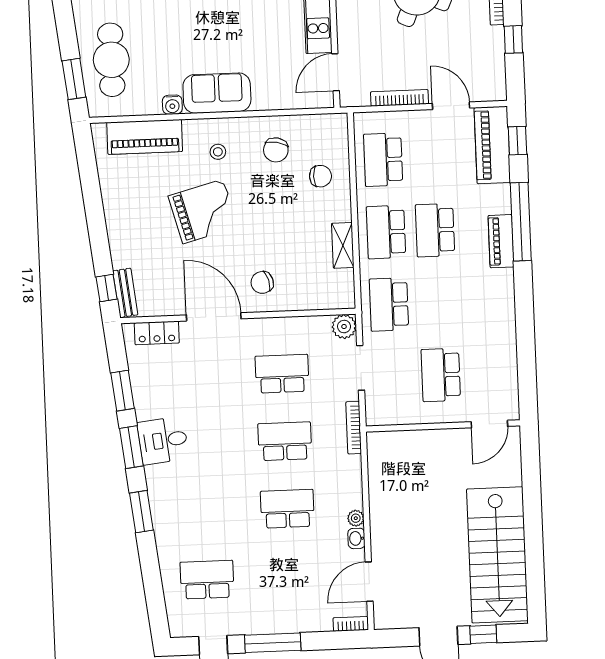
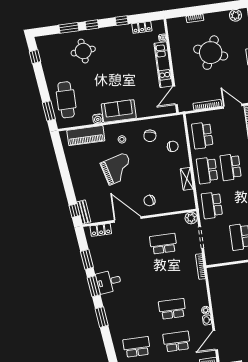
school desk: (285, 441) -> (177, 341), moved

